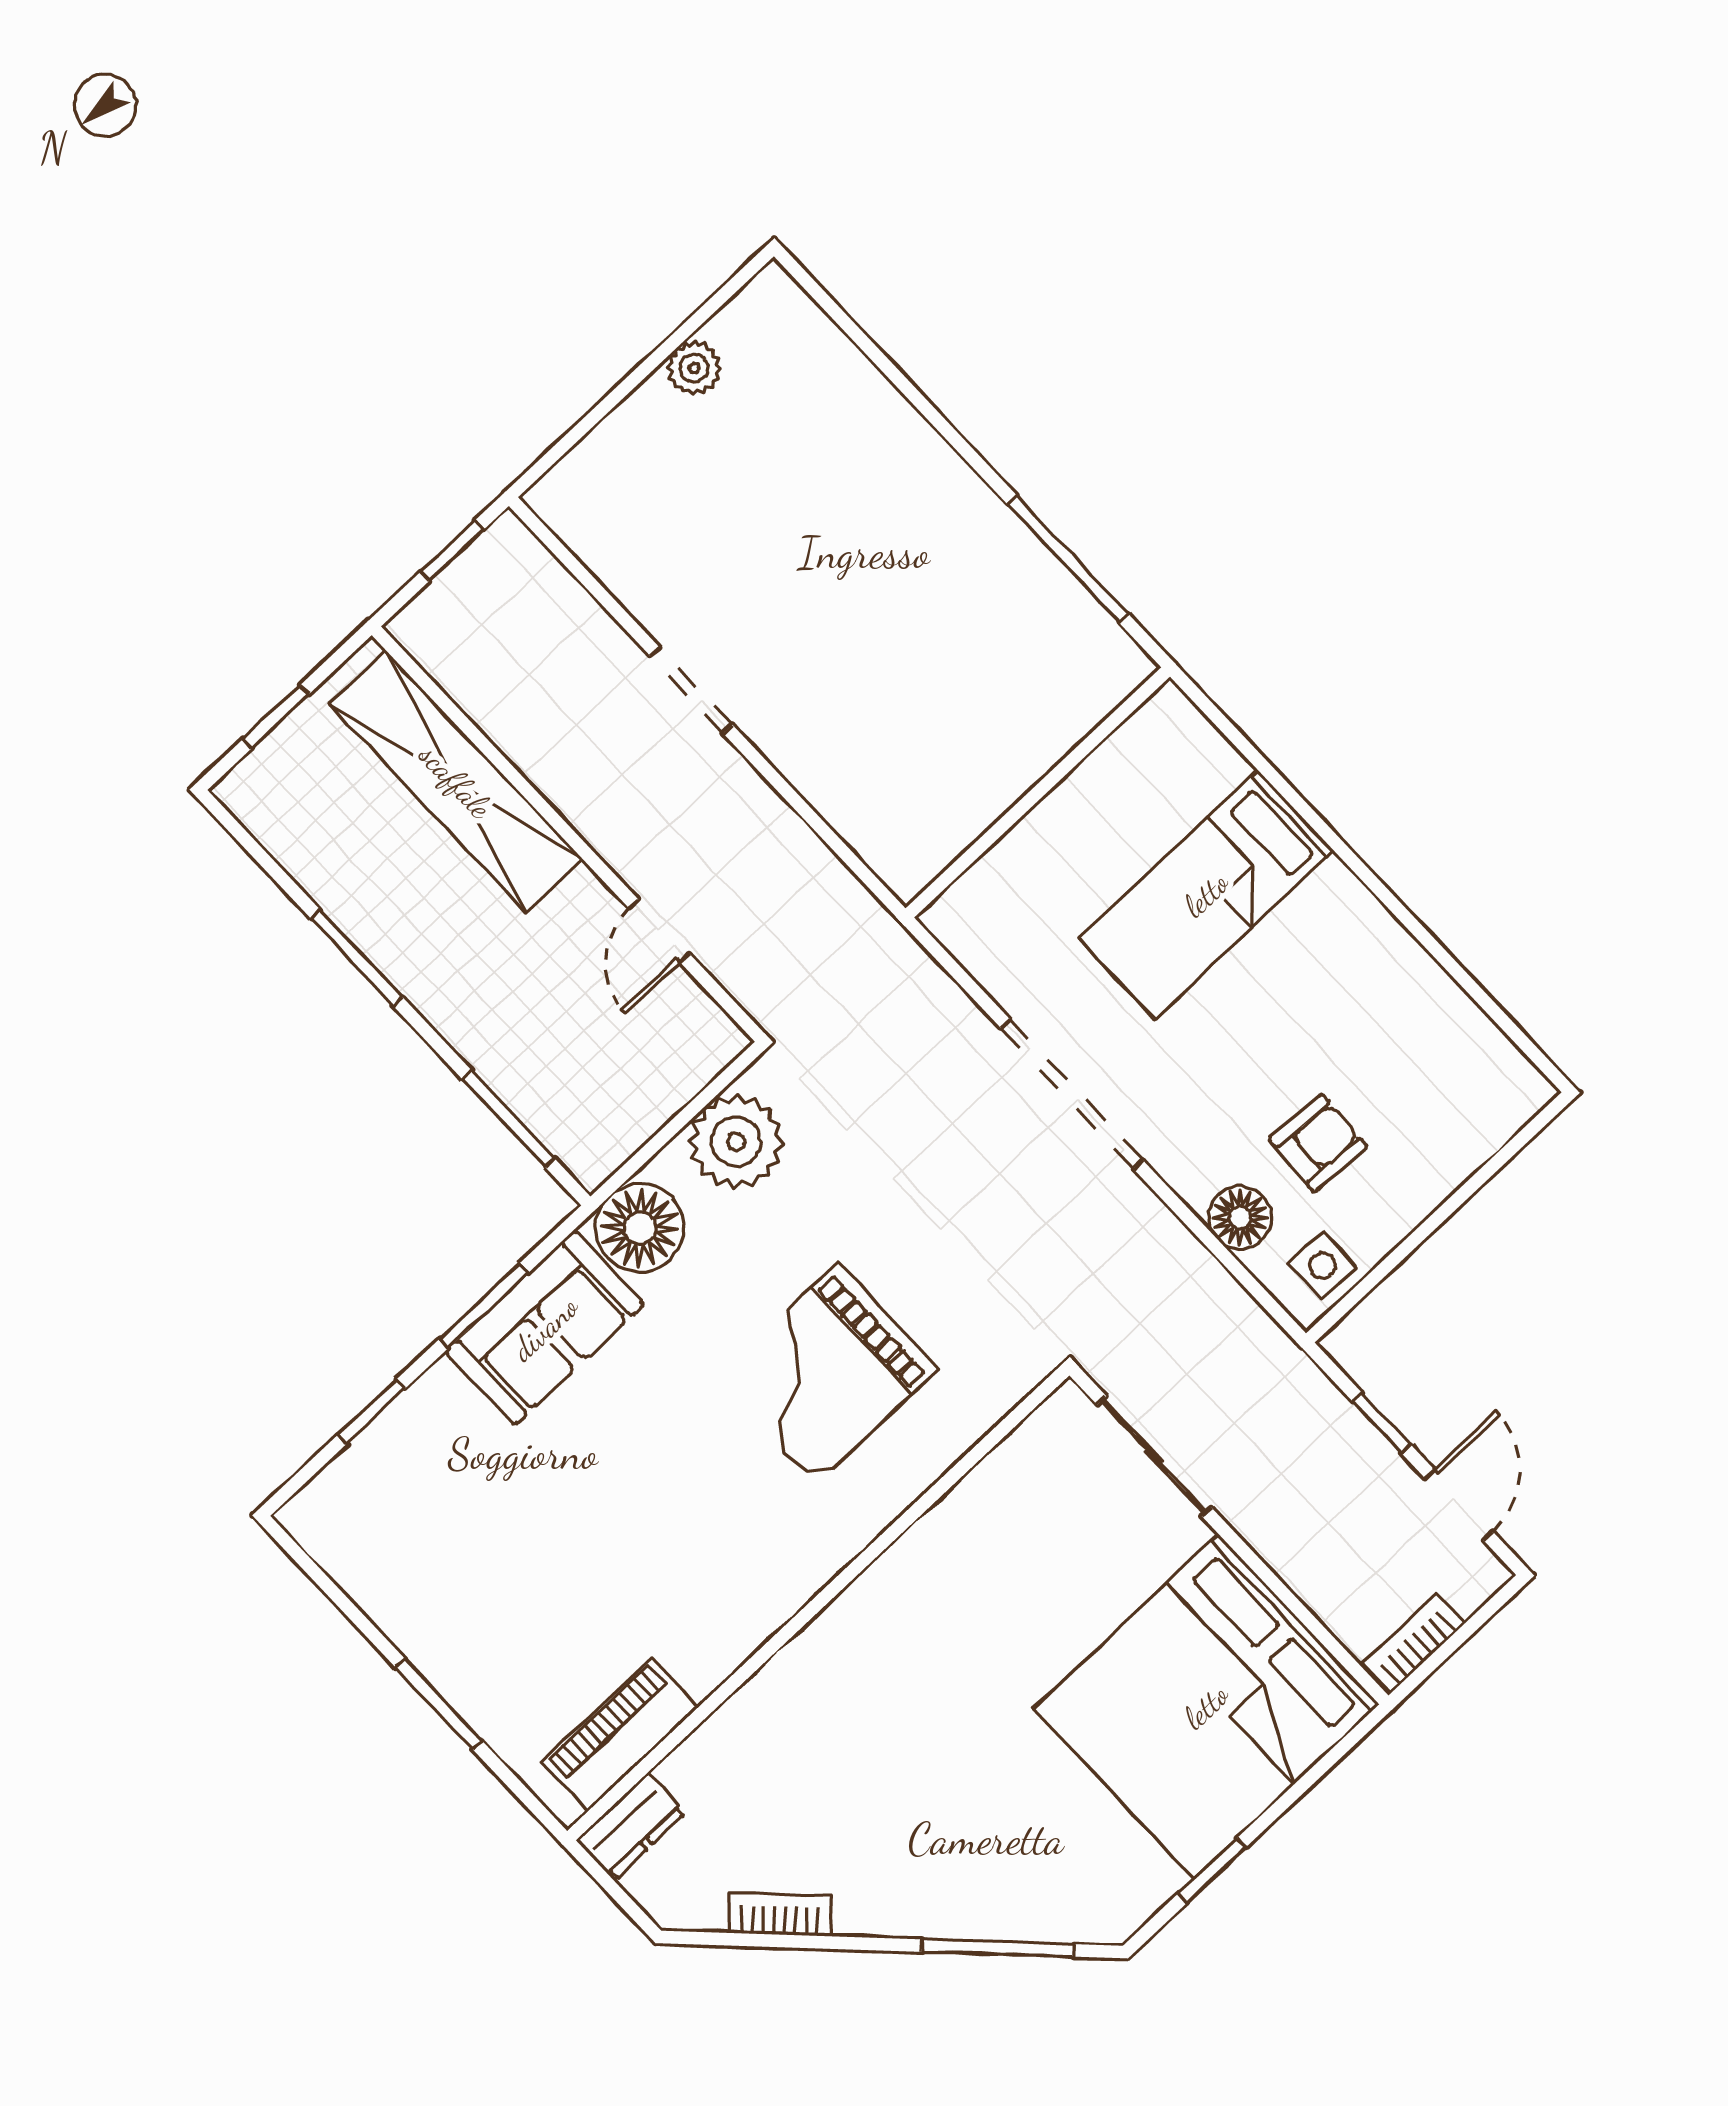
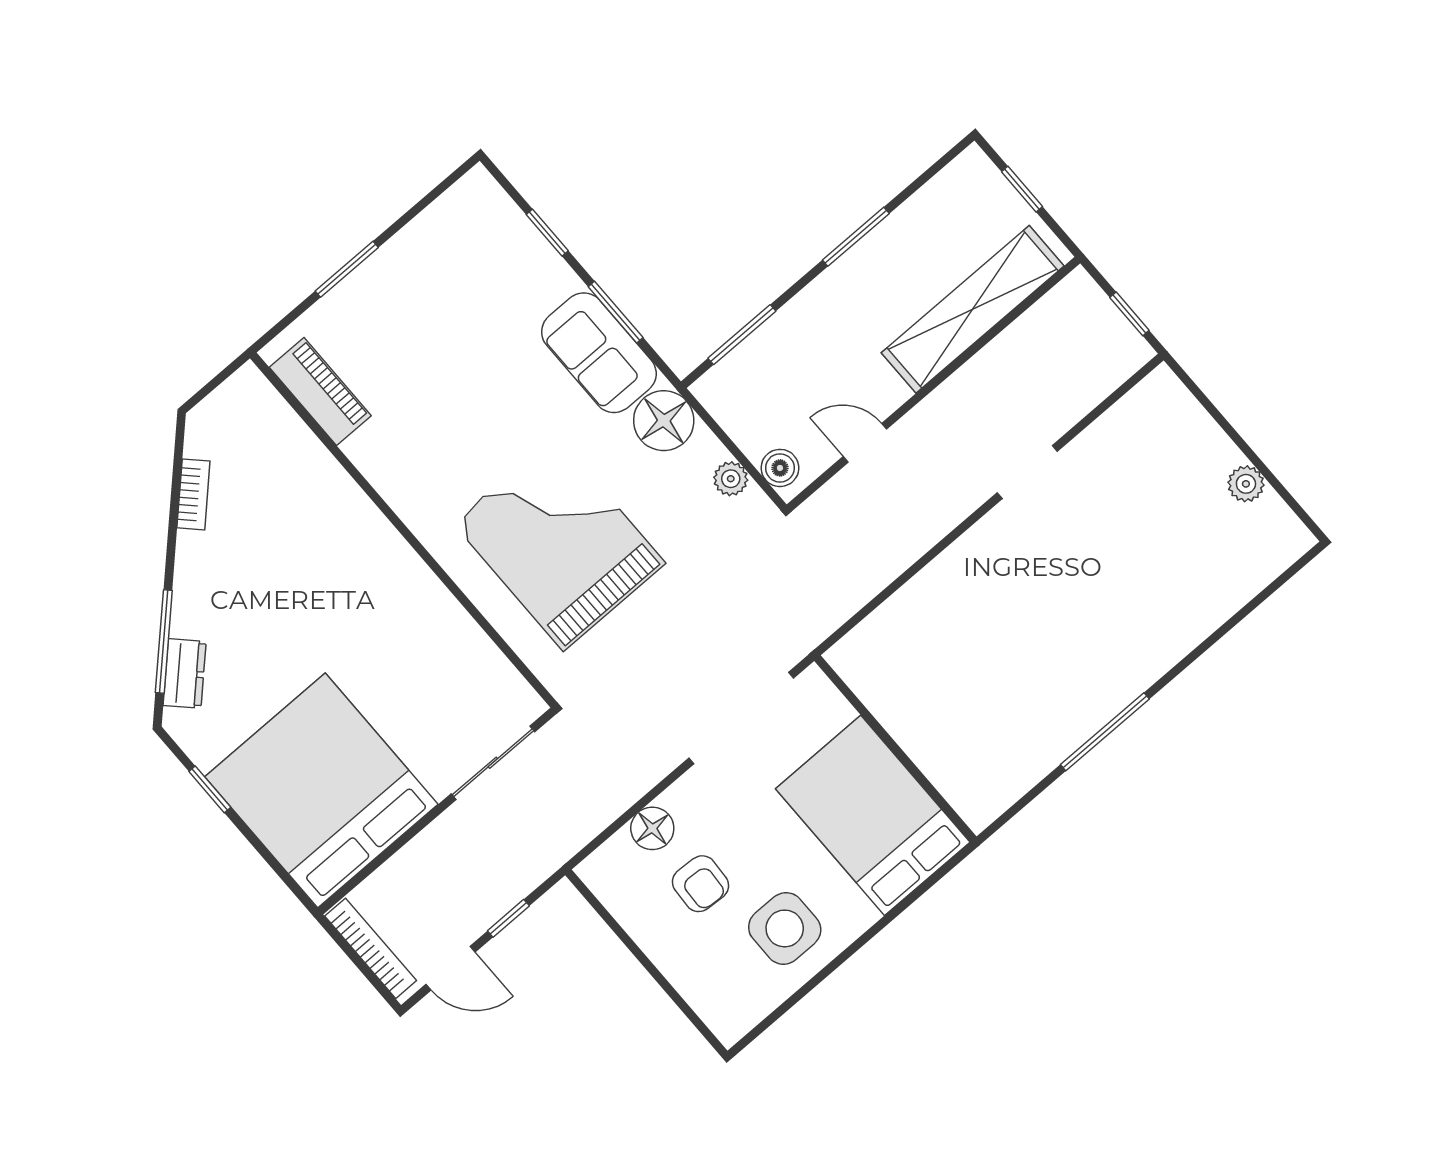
wall: (1038, 792) -> (895, 749), moved
bed: (1206, 894) -> (873, 815), width x1.50
boiler: (702, 1054) -> (780, 468), added
plant: (736, 1142) -> (731, 479), width x0.53, depth x0.53
side table: (1322, 1265) -> (785, 928), moved, width x1.87, depth x1.87
grand piano: (827, 1373) -> (559, 543), width x1.37, depth x1.48
bookcase: (1414, 1643) -> (371, 948), width x1.56
dresser: (631, 1827) -> (185, 673), moved, turned -135

